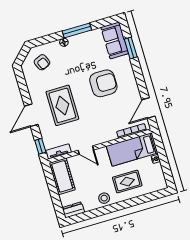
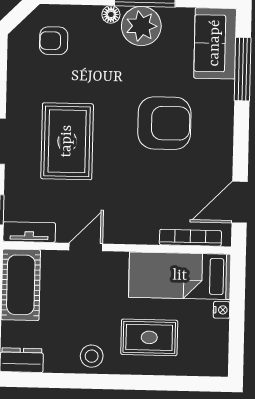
plant: (79, 43) -> (141, 26), added
window: (131, 48) -> (243, 69), width x1.44
armchair: (42, 62) -> (54, 41), turned 114
door: (86, 150) -> (86, 247), swing flipped

